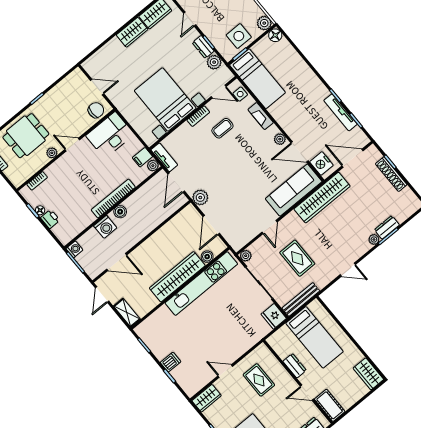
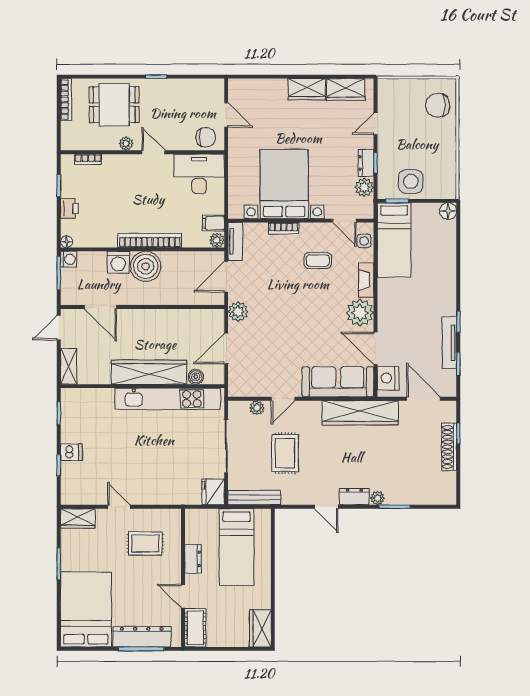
plant: (264, 23) -> (447, 190), removed
bookcase: (198, 116) -> (284, 228), moved
plant: (280, 139) -> (360, 313), width x1.88, depth x1.88
floor lamp: (40, 210) -> (67, 242), moved
boiler: (120, 212) -> (146, 266), width x1.86, depth x1.86
dresser: (387, 227) -> (354, 497), moved
plant: (246, 256) -> (257, 408), moved
rug: (259, 380) -> (145, 544), turned 90

